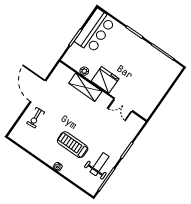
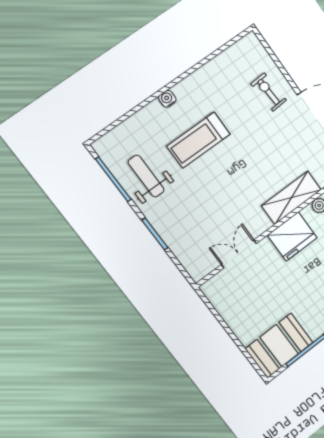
booth: (164, 67) -> (279, 346), added
treadmill: (73, 145) -> (199, 140), turned 180
weight bench: (99, 164) -> (146, 176), turned 180

